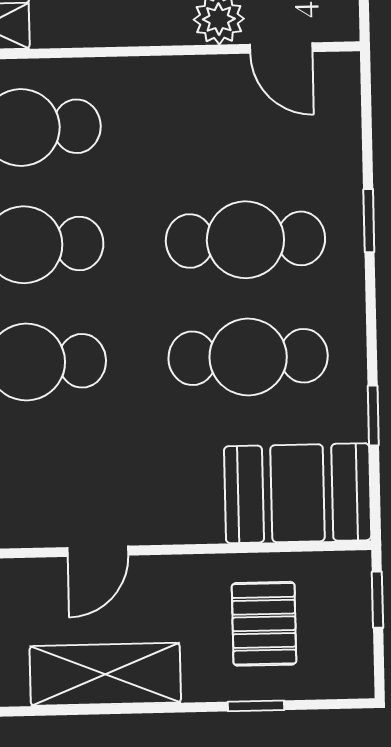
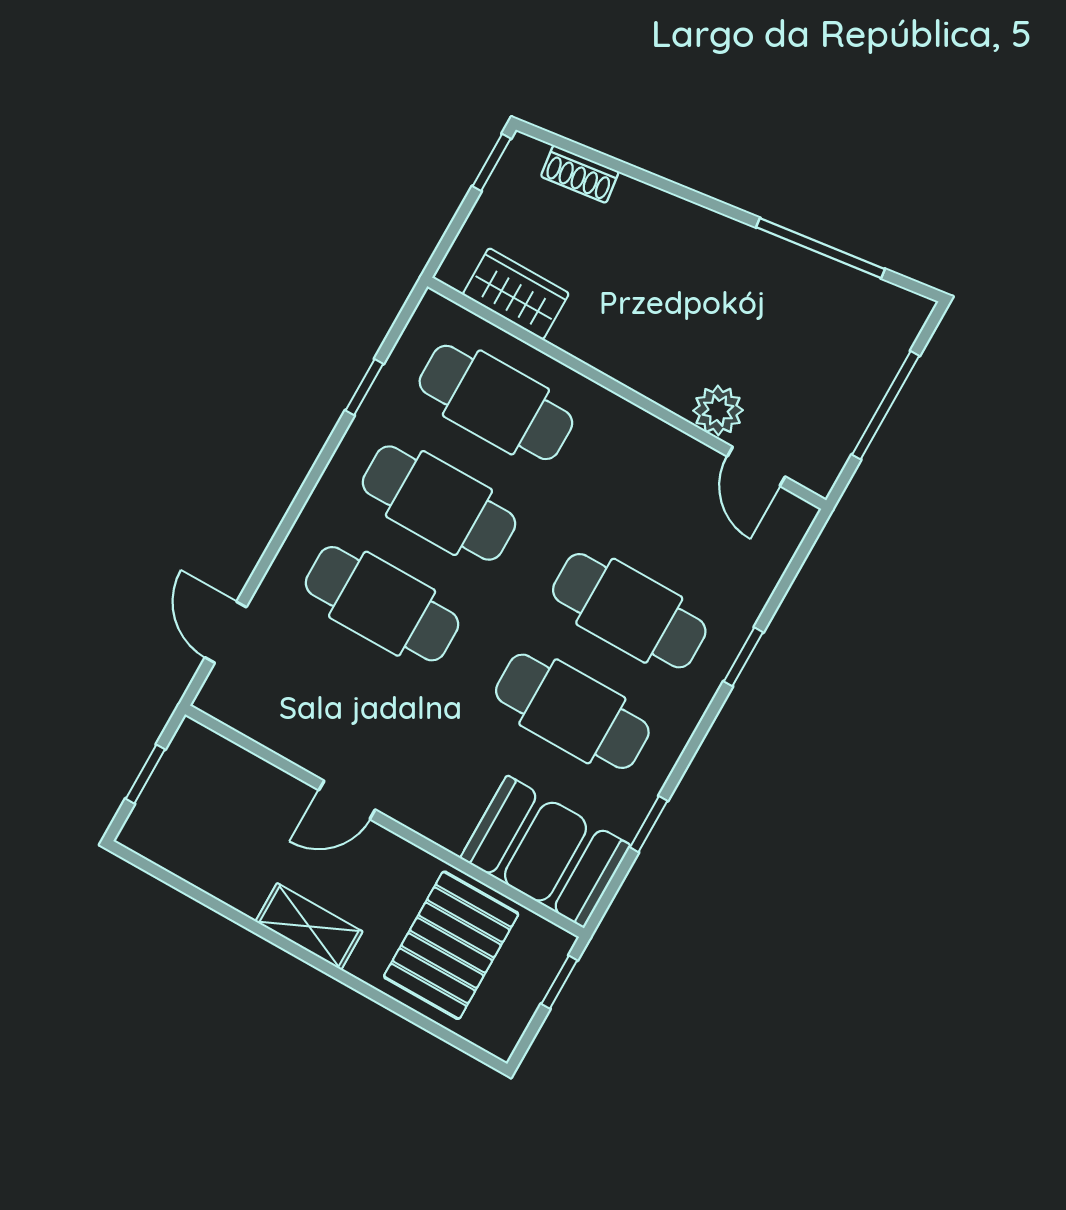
pallet: (264, 624) -> (451, 945), width x1.50, depth x1.42
shelving: (105, 674) -> (309, 926), width x0.67, depth x0.75
window: (256, 706) -> (403, 1011), removed

